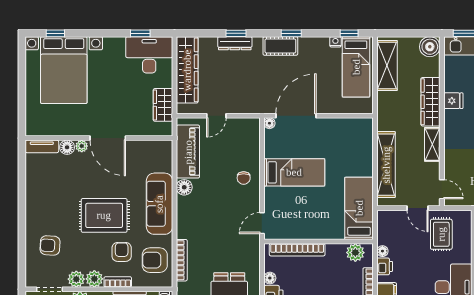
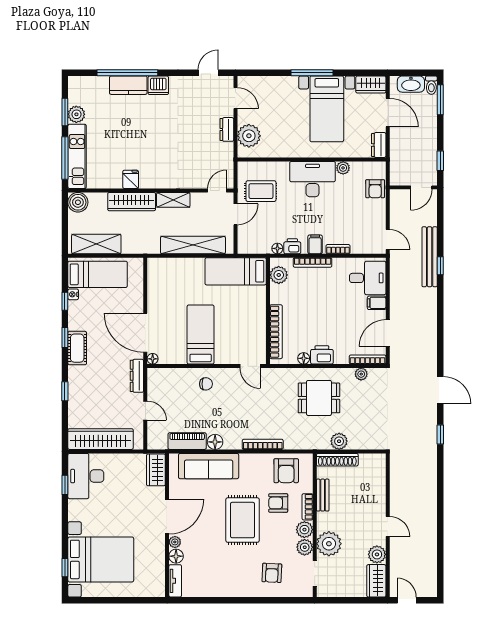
window: (349, 33) -> (65, 301), moved
dresser: (235, 43) -> (137, 376), moved, turned 180
wardrobe: (163, 105) -> (156, 470), moved, turned 90
piano: (188, 152) -> (187, 441), width x0.73, depth x0.75
sofa: (159, 204) -> (209, 466), moved
bookcase: (182, 260) -> (263, 444), moved

